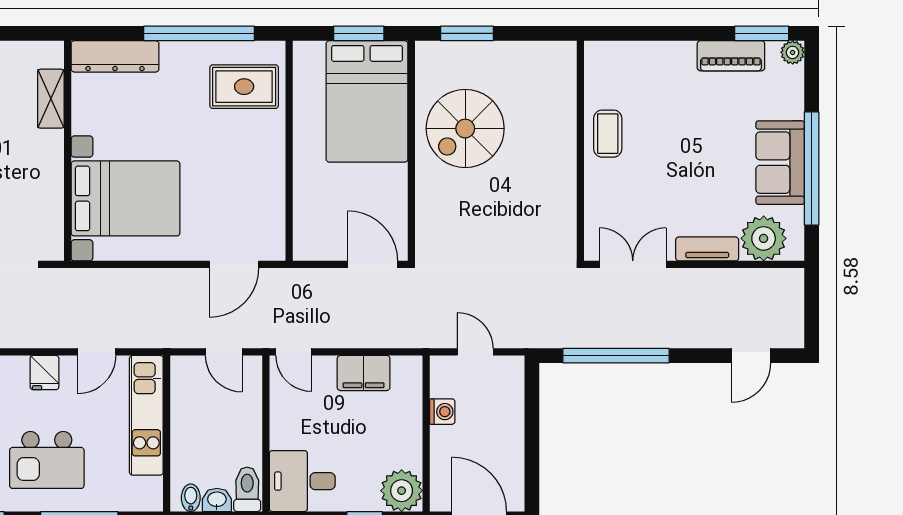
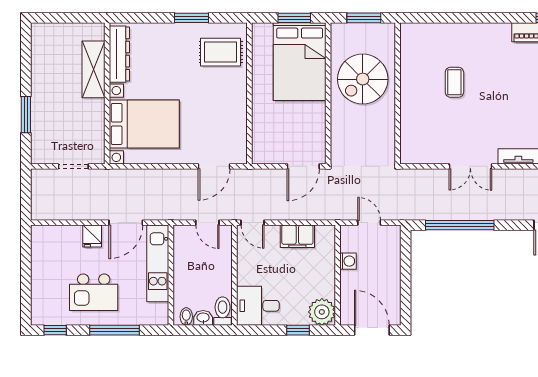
window: (199, 33) -> (192, 18), width x0.47
dresser: (115, 56) -> (119, 54), moved, turned -90
shelving: (51, 99) -> (93, 69), width x1.50, depth x1.33
wall: (580, 151) -> (398, 93), moved
door: (373, 264) -> (303, 166), swing flipped
double door: (633, 264) -> (470, 166), swing flipped
door: (97, 352) -> (126, 223), width x1.38

